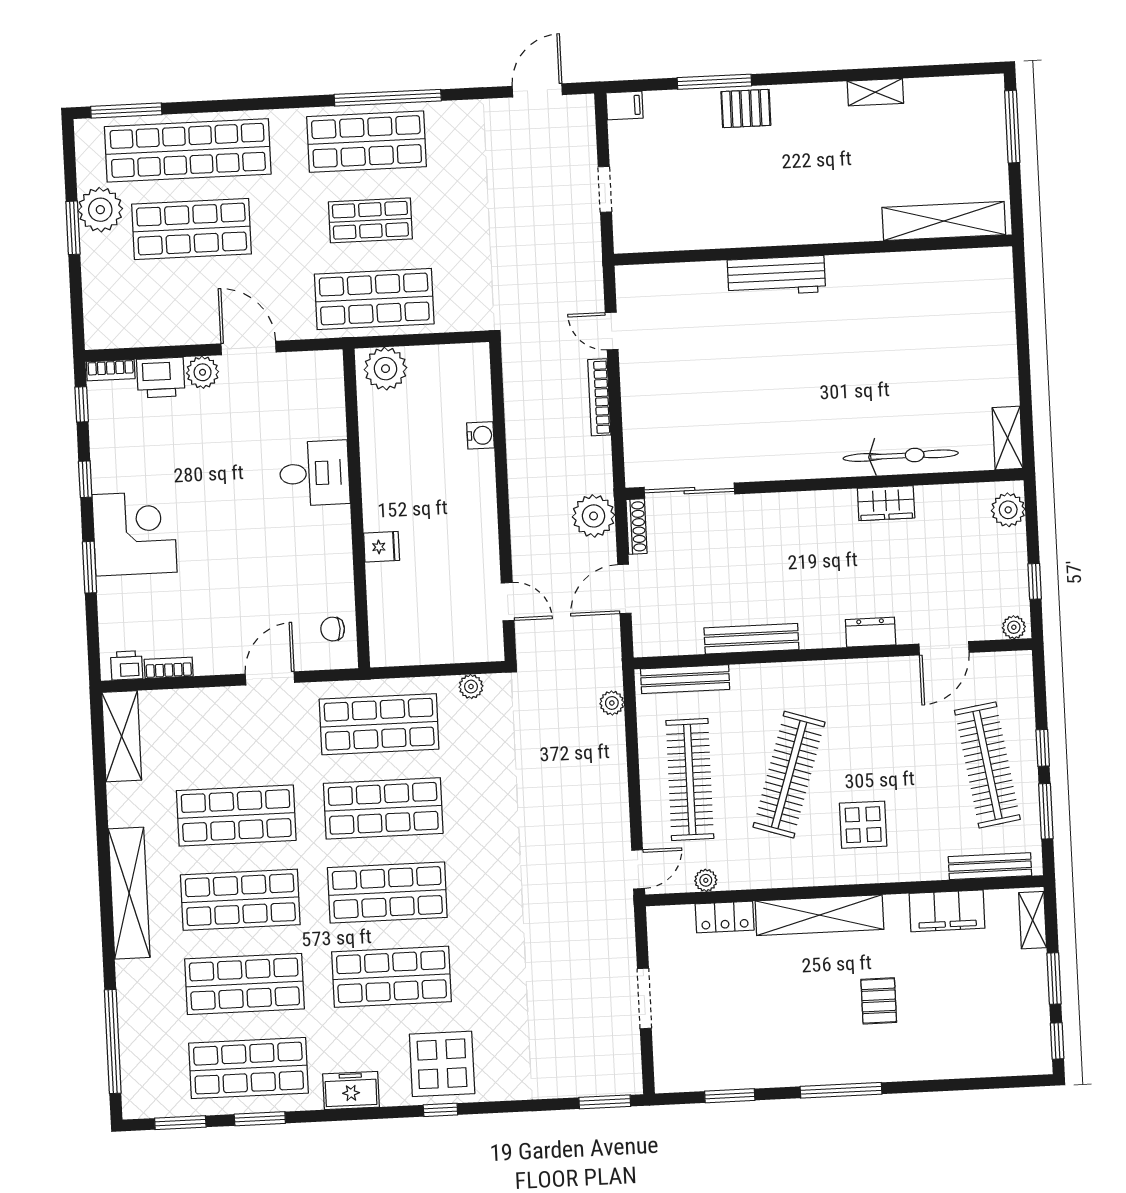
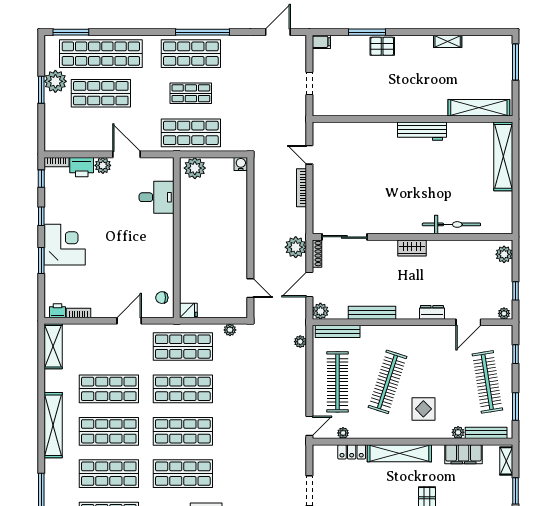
workbench: (776, 276) -> (422, 131), moved
water cooler: (480, 435) -> (241, 164), moved, turned -90
shelving: (1008, 438) -> (503, 156), moved, width x2.20, depth x1.33
desk: (314, 473) -> (157, 197), moved
wardrobe: (886, 503) -> (412, 248), moved
fridge: (382, 547) -> (188, 311), moved
plant: (649, 641) -> (320, 311), added
window: (1043, 748) -> (516, 354), moved
plant: (934, 868) -> (458, 432), added

